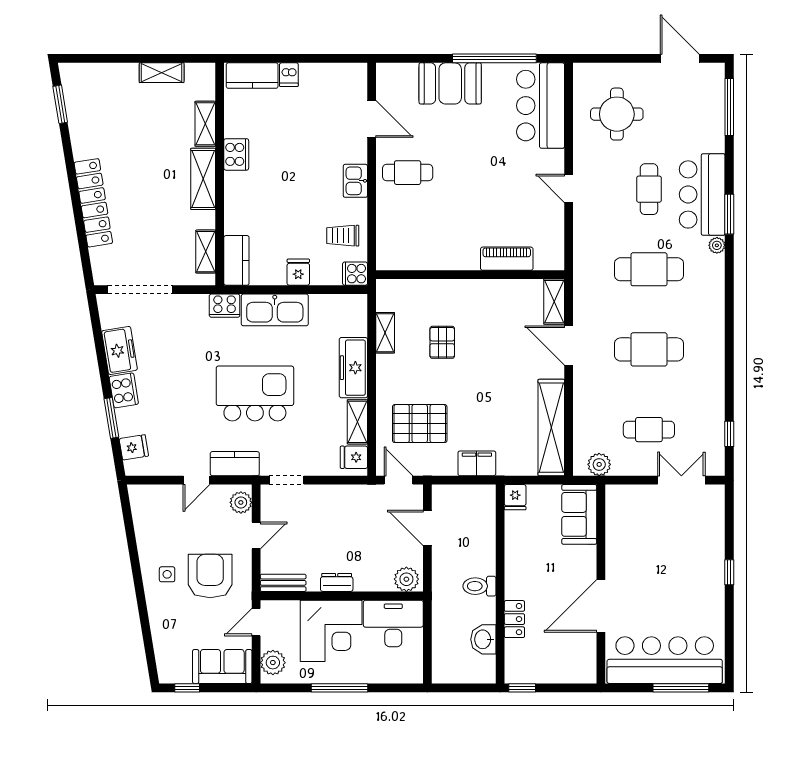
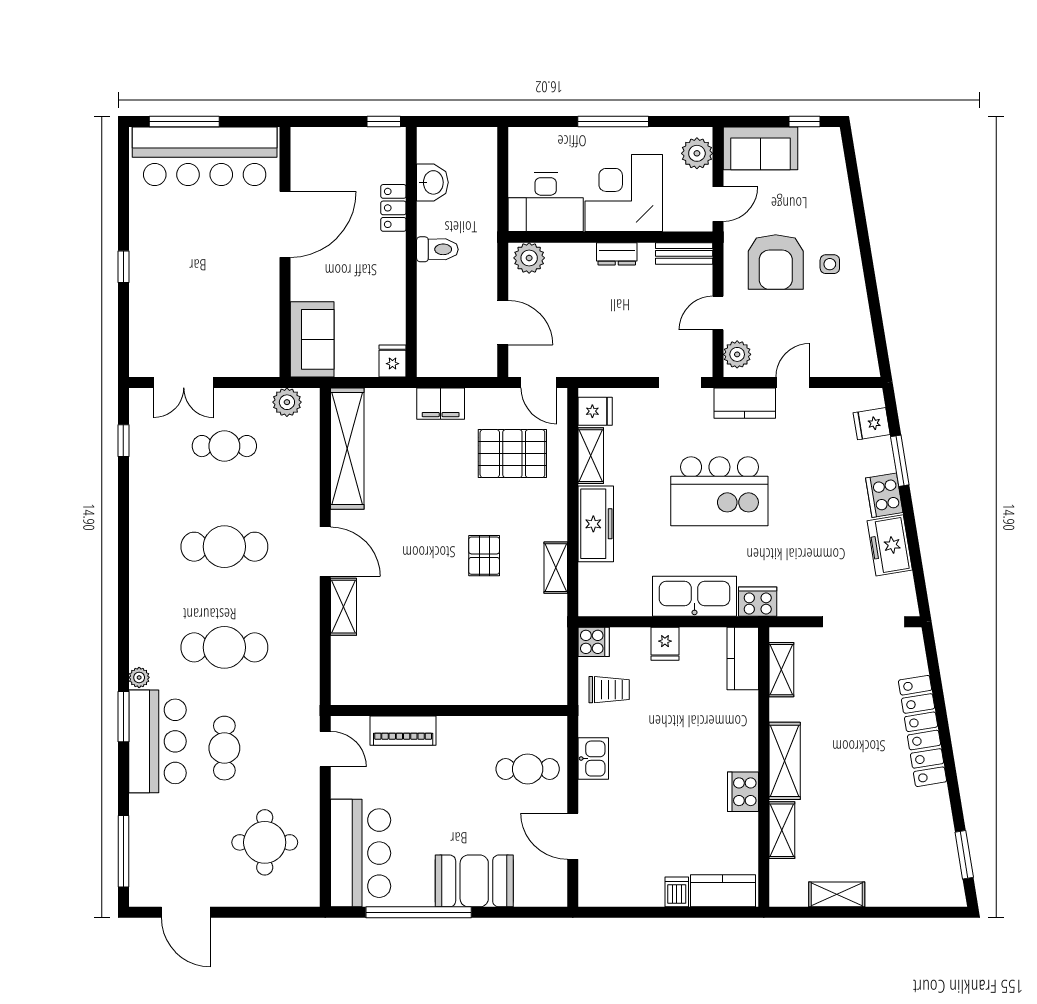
piano: (507, 259) -> (403, 731), moved
wall: (470, 275) -> (449, 711), moved

